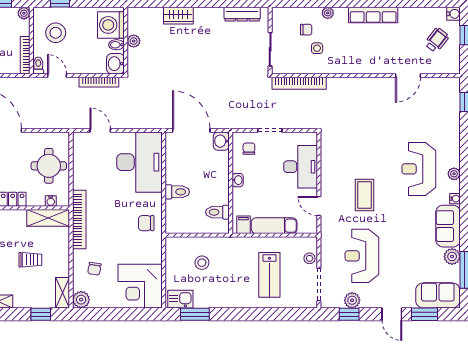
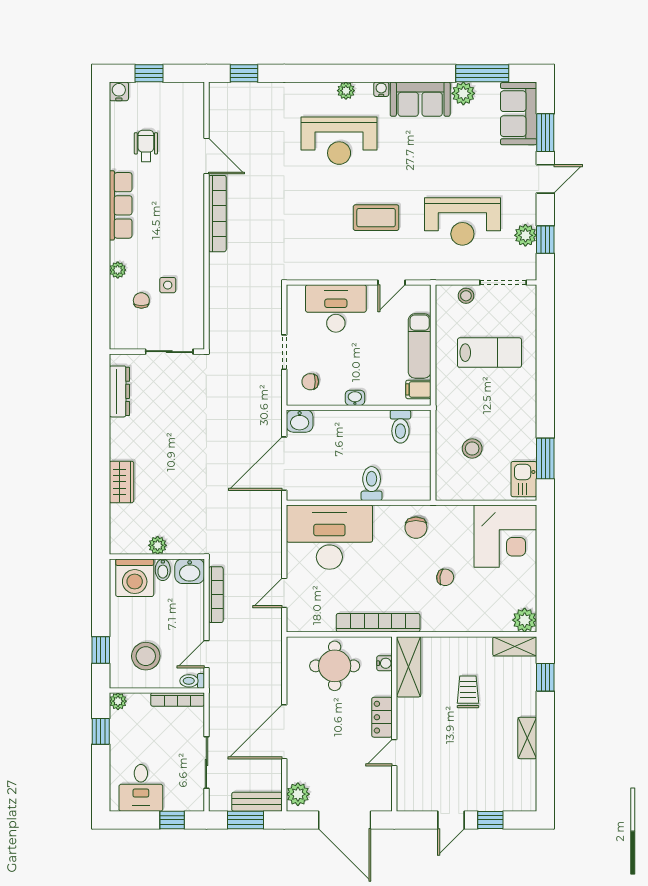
wheelchair: (437, 40) -> (146, 146), moved, turned 52
bookcase: (299, 83) -> (217, 214), moved
bookcase: (79, 220) -> (378, 623), moved
chair: (94, 269) -> (445, 577), moved

